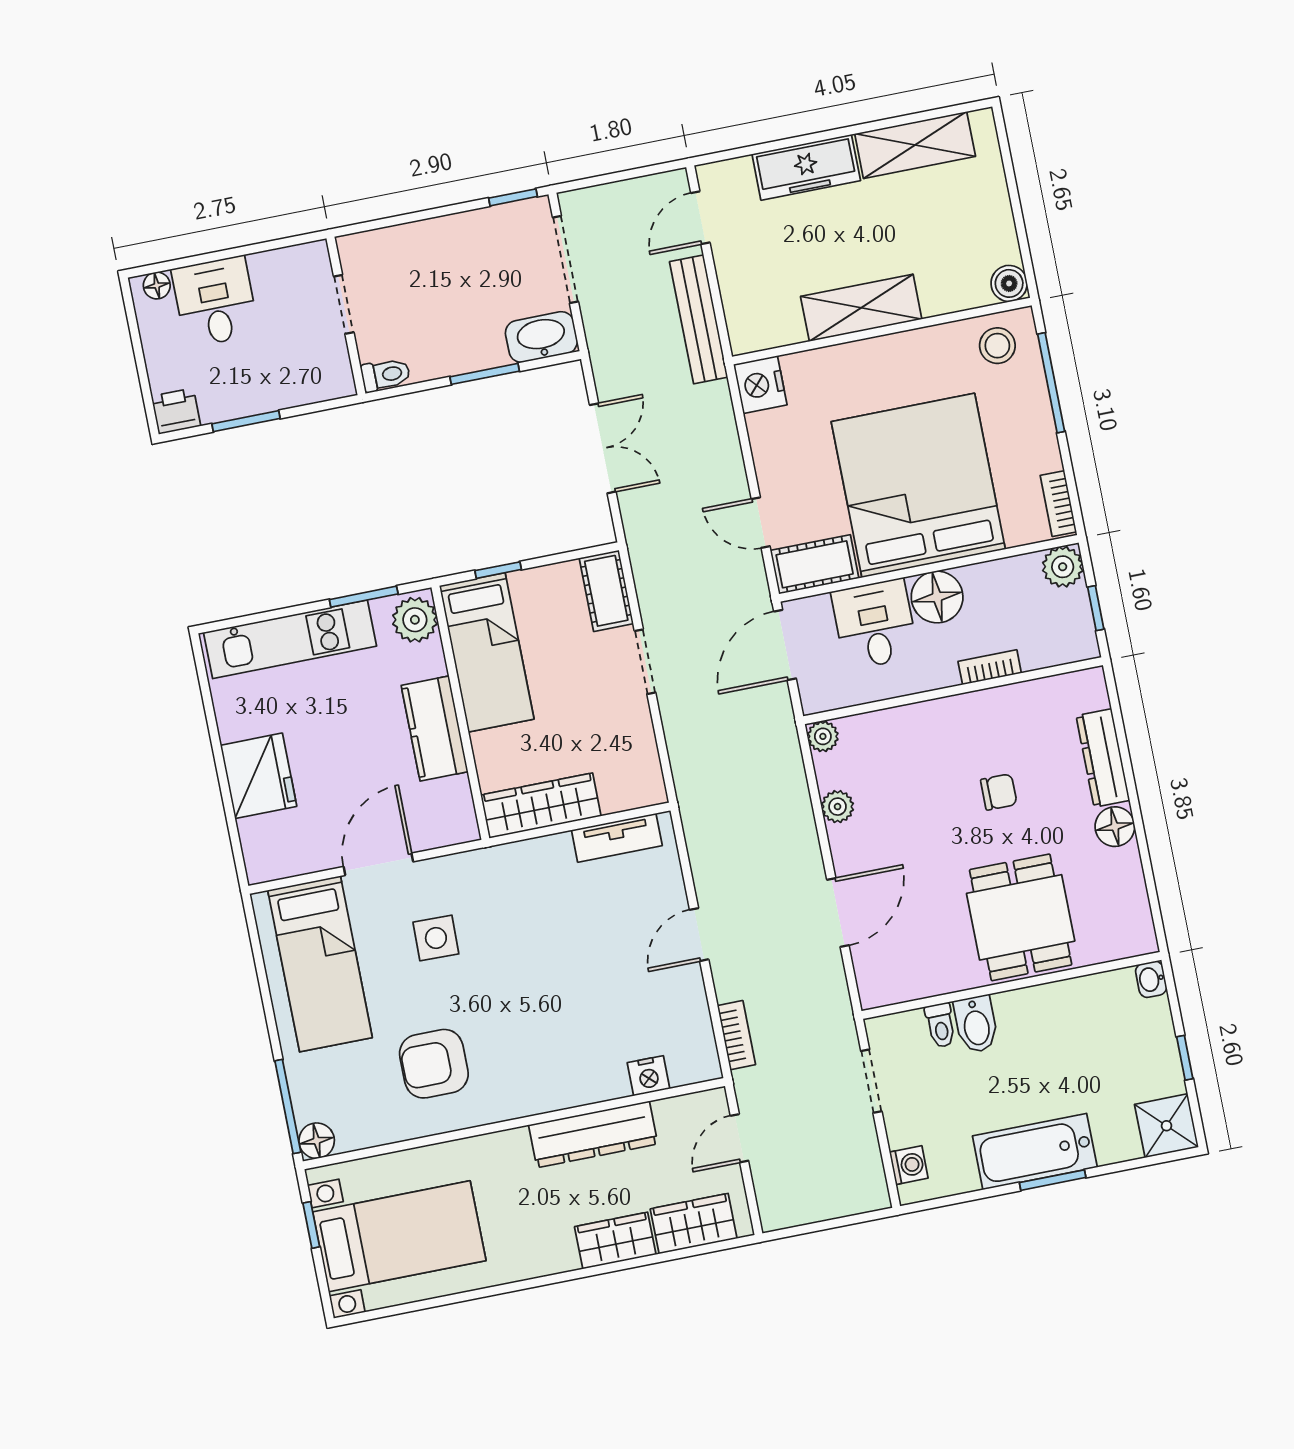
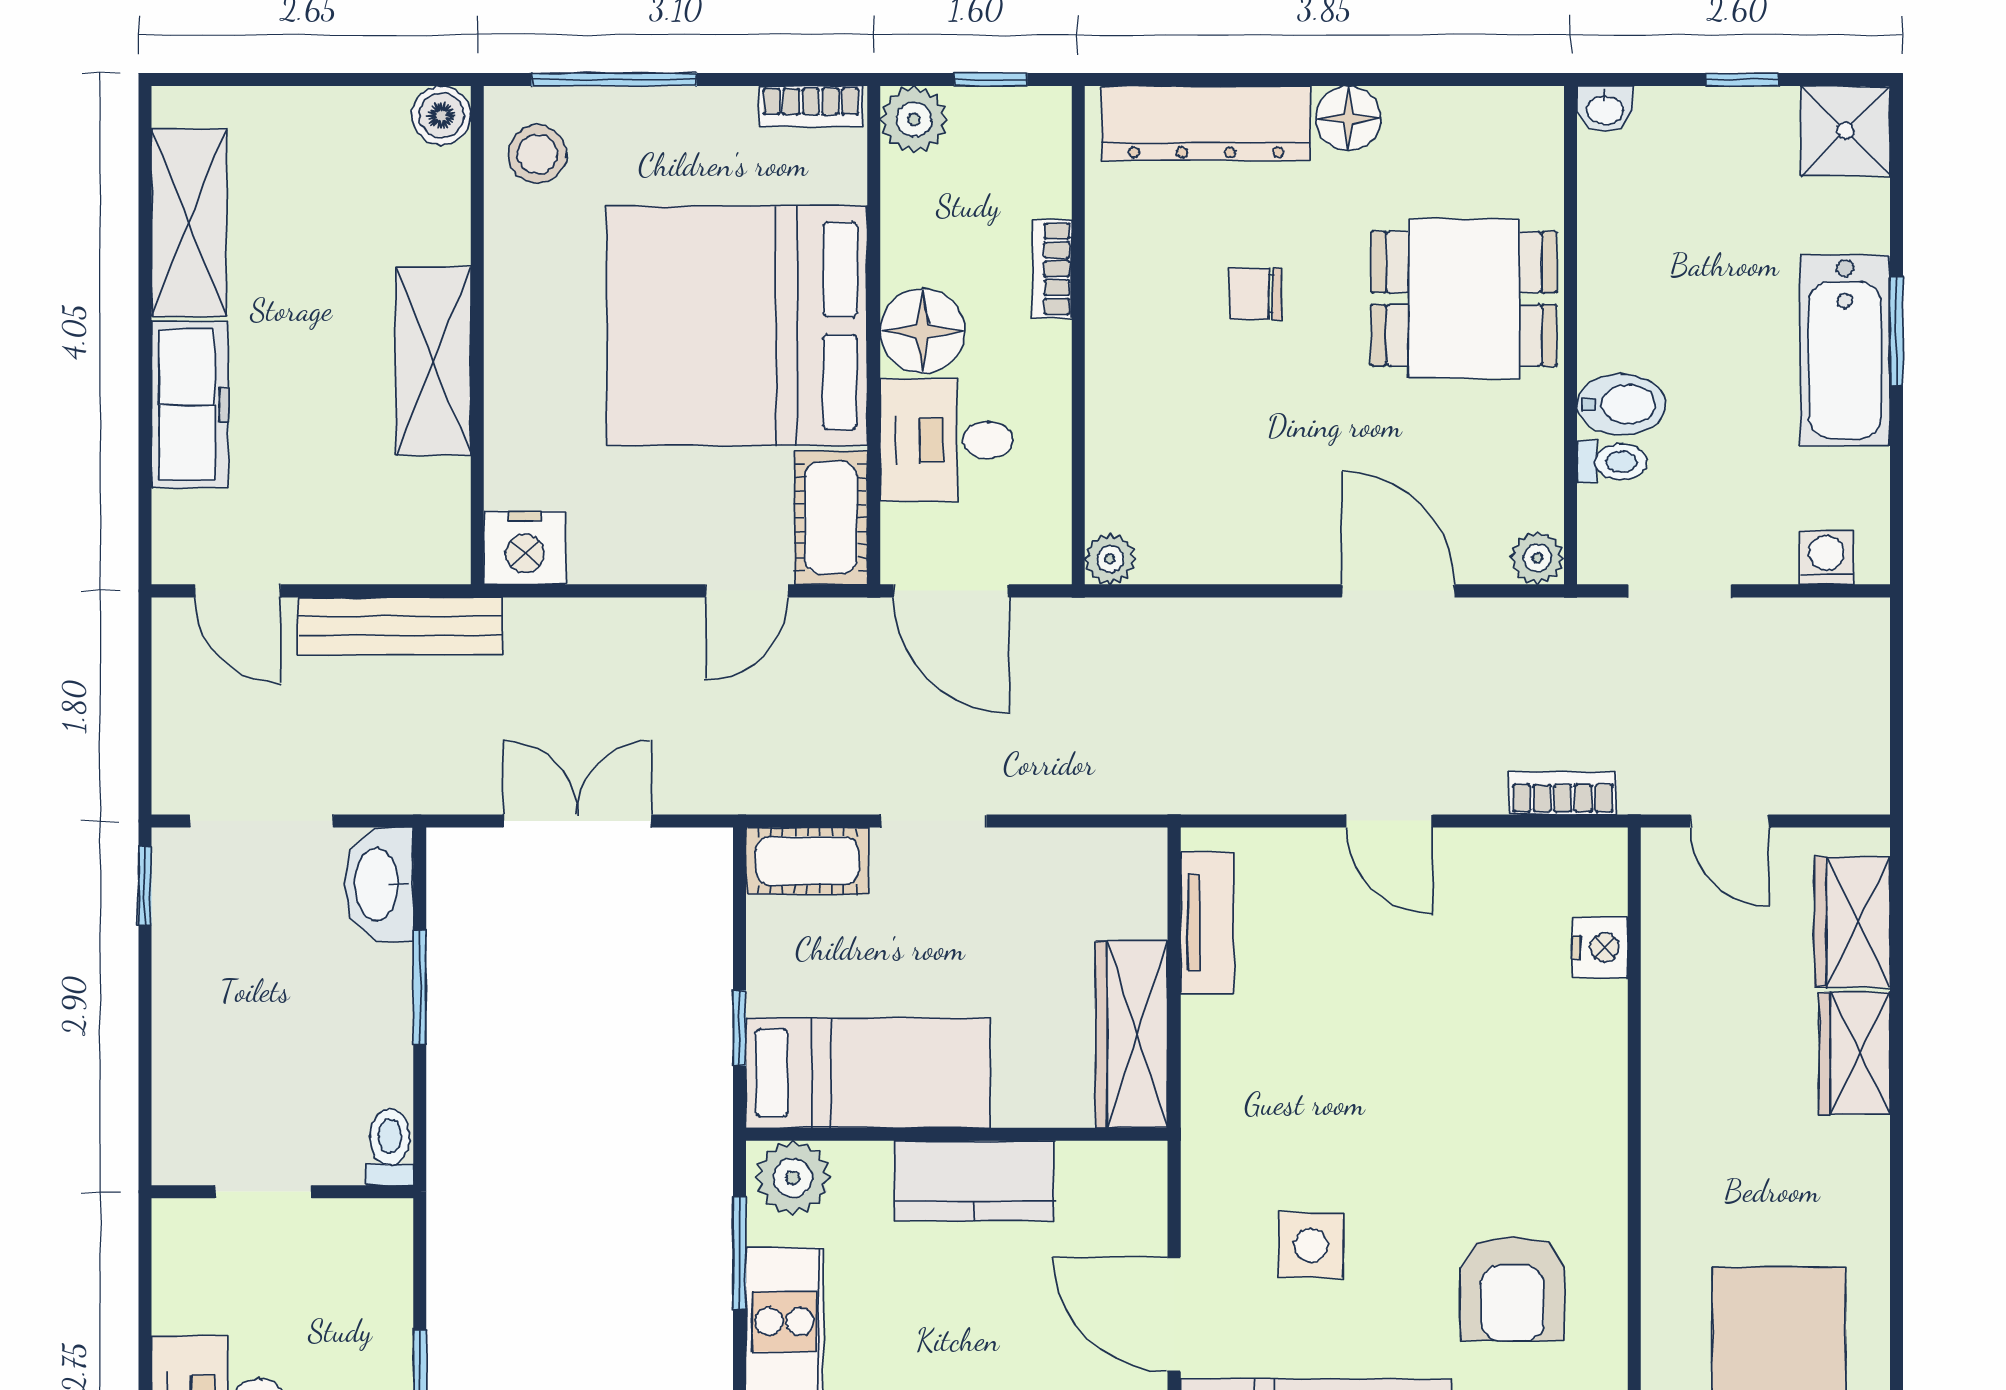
dresser: (1103, 758) -> (1206, 123), width x1.37, depth x1.24
chair: (999, 792) -> (1255, 294), turned -90
plant: (838, 807) -> (1537, 558), moved
dresser: (593, 1134) -> (1677, 1055), removed

